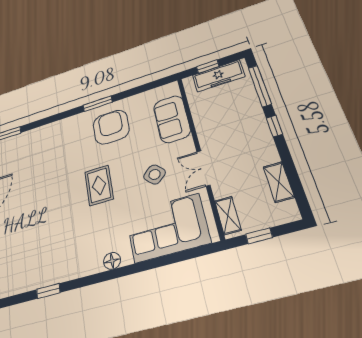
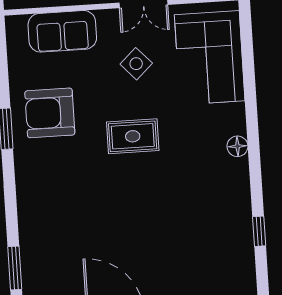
floor lamp: (112, 261) -> (237, 146), moved
window: (48, 291) -> (259, 231), moved

